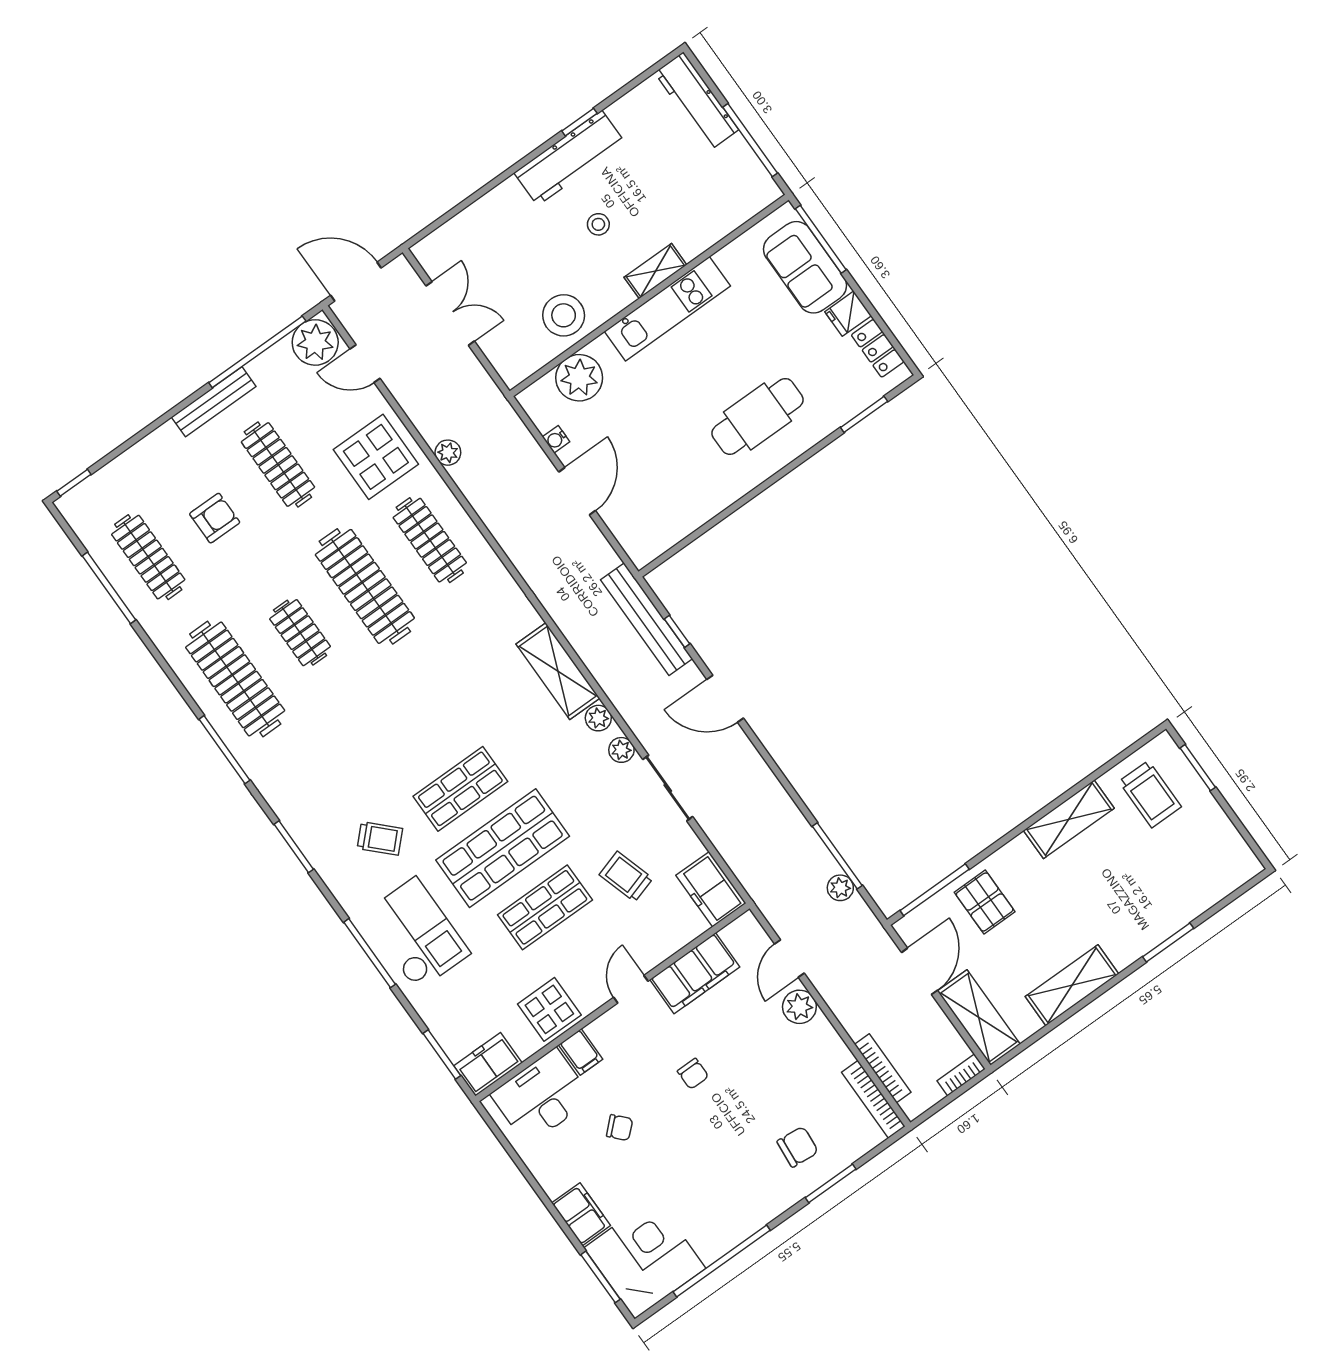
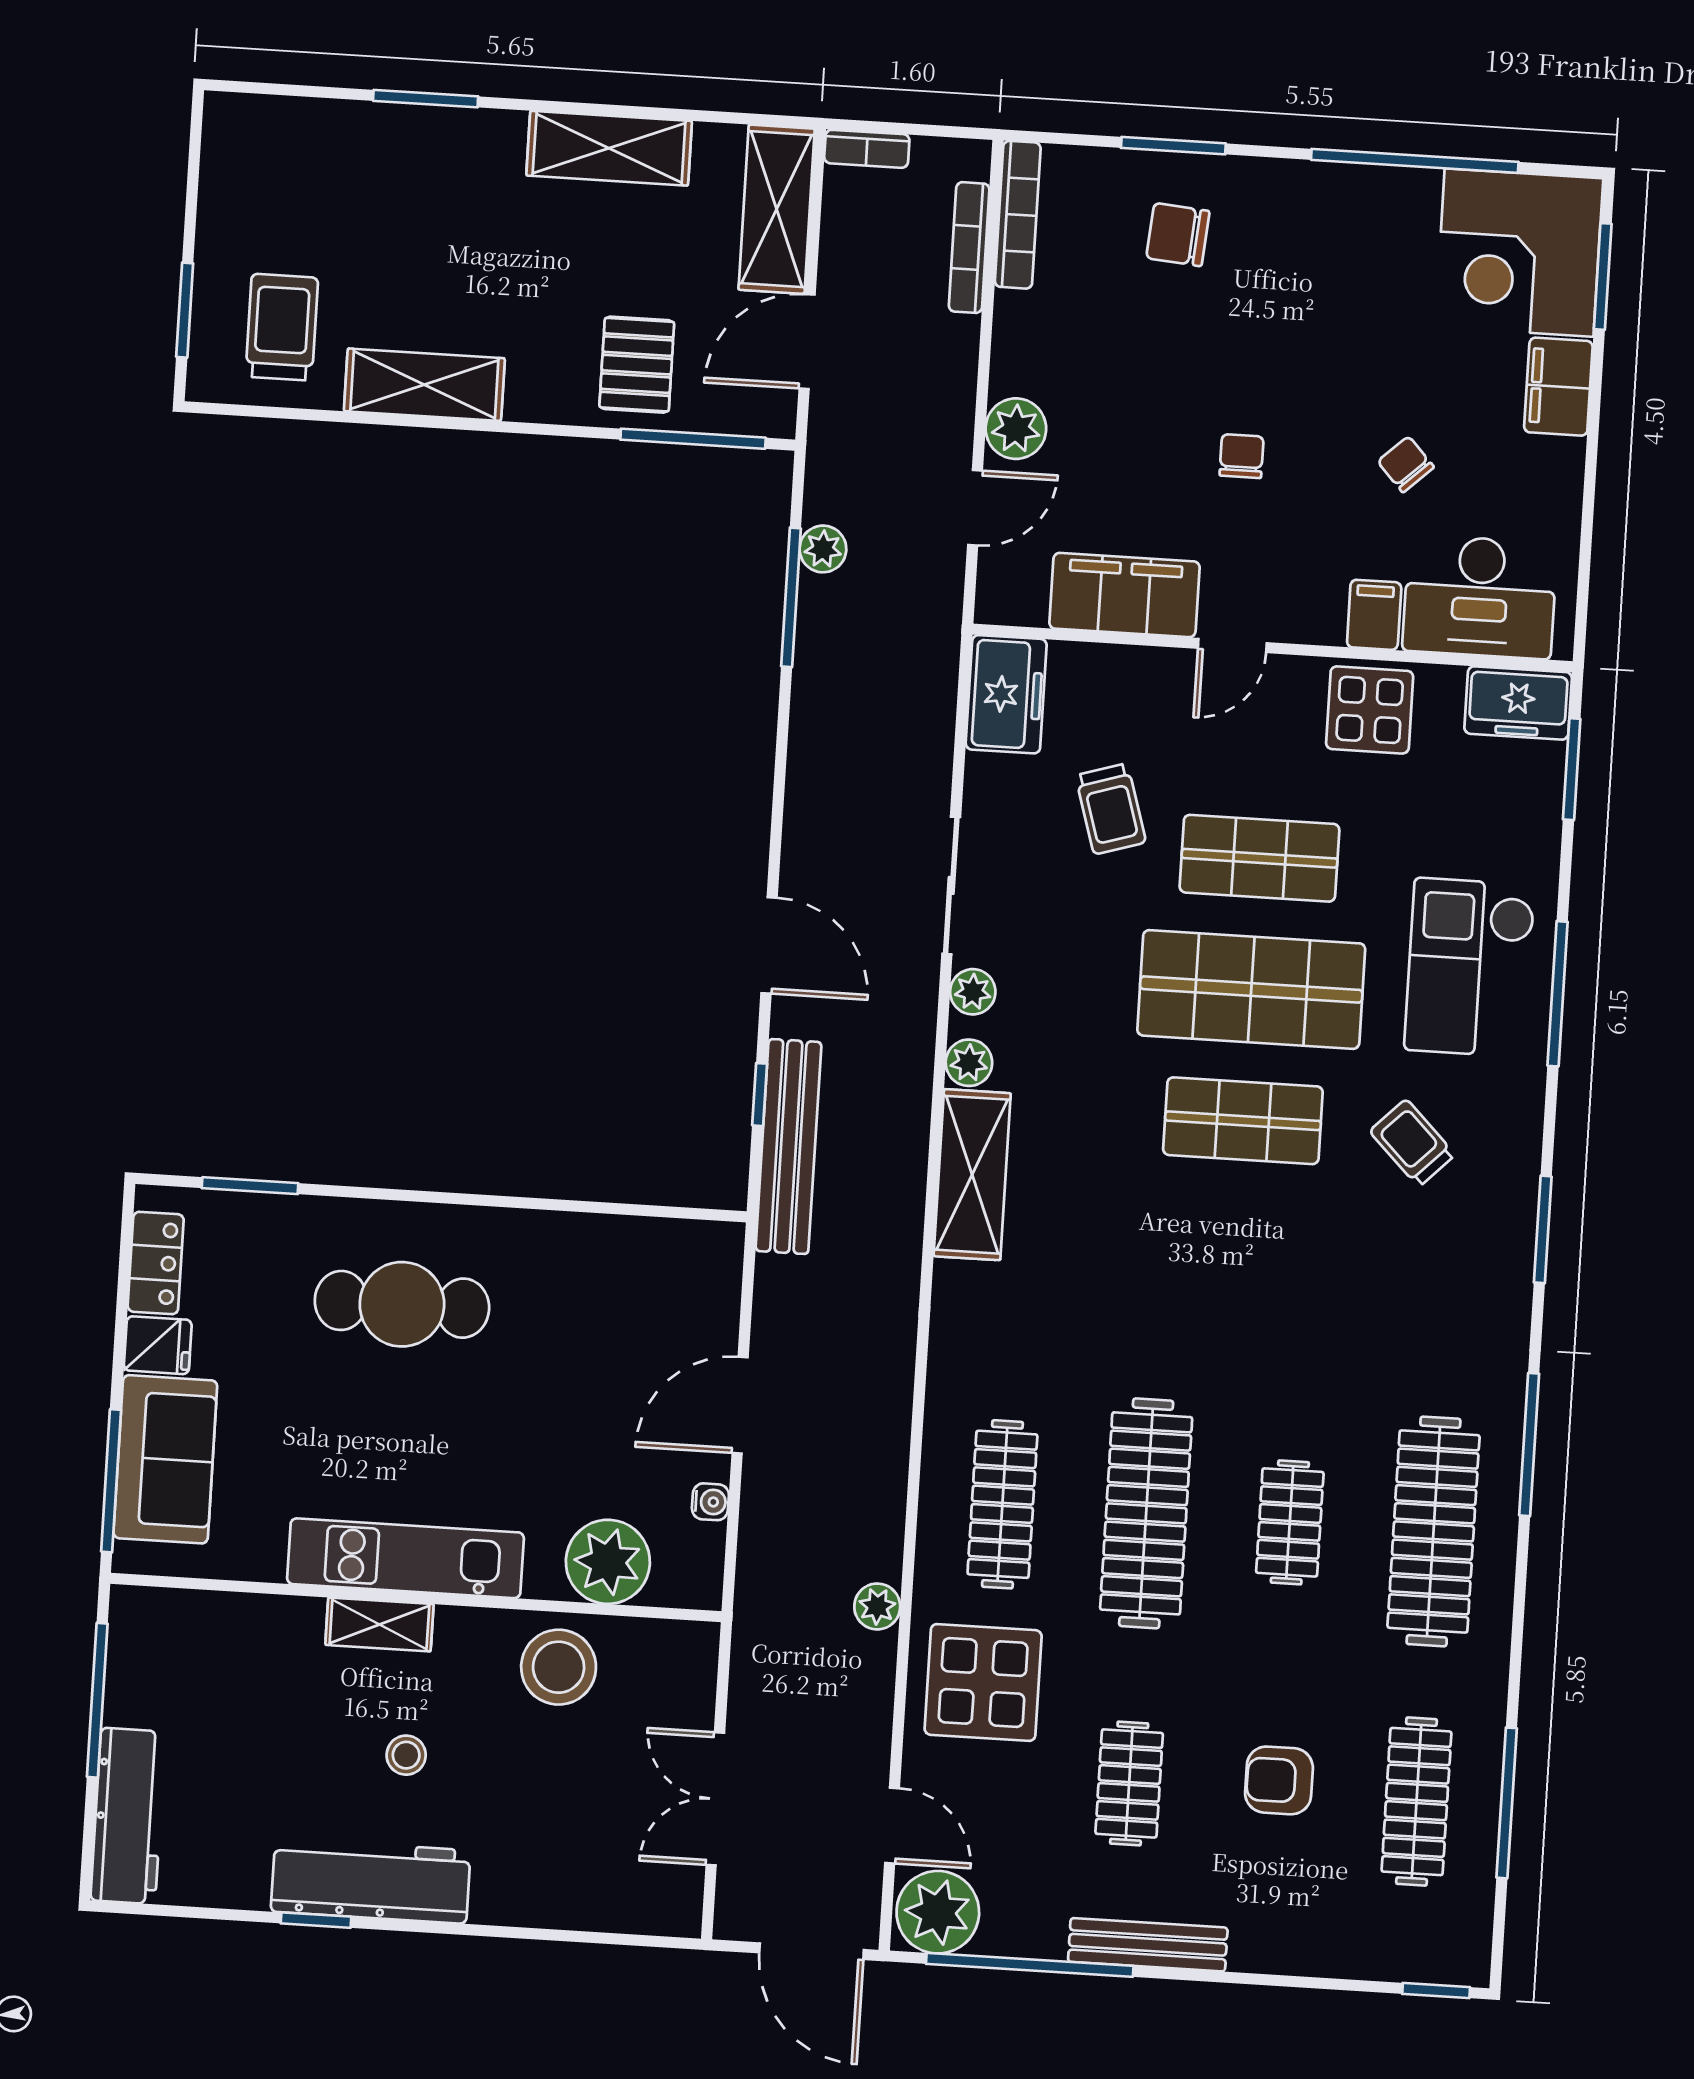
clothes rail: (278, 465) -> (1129, 1783), width x0.73

